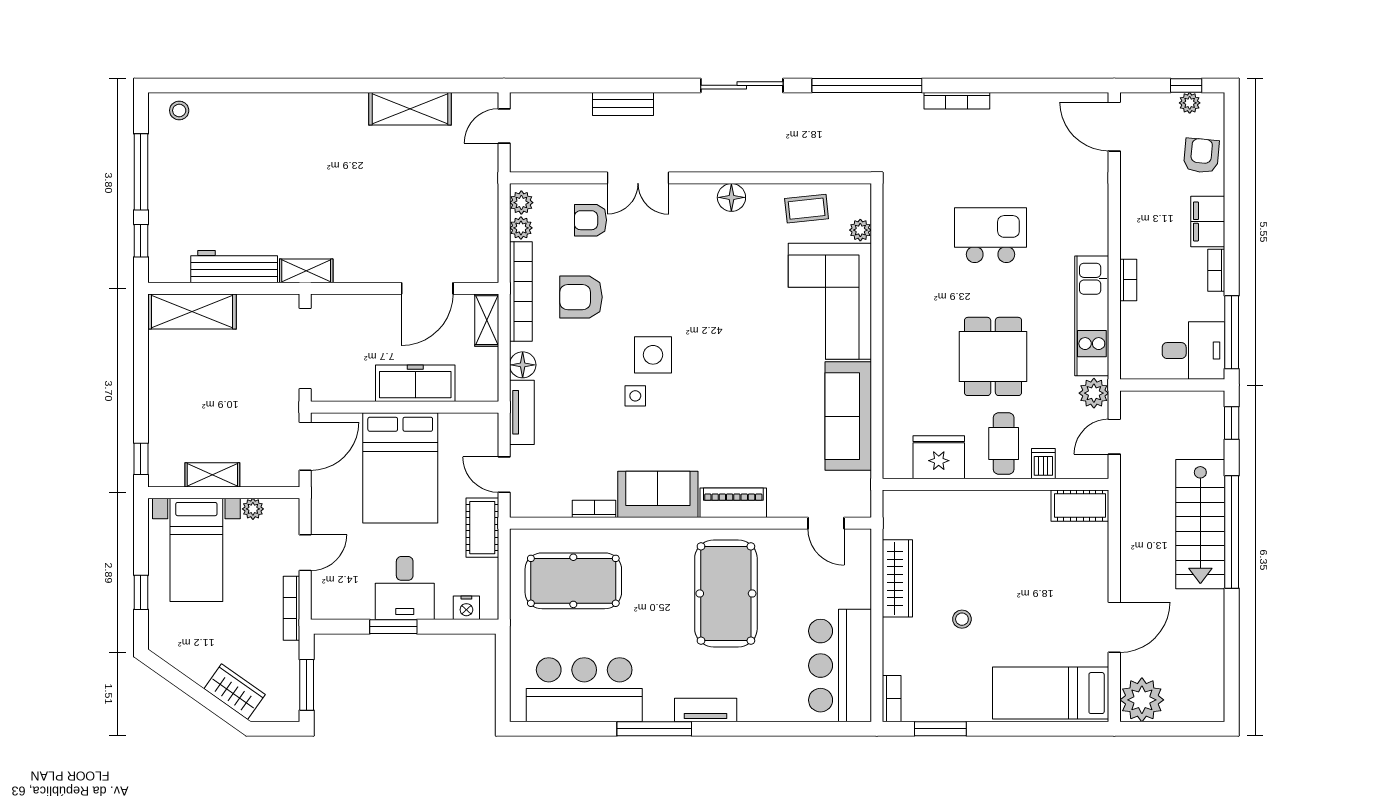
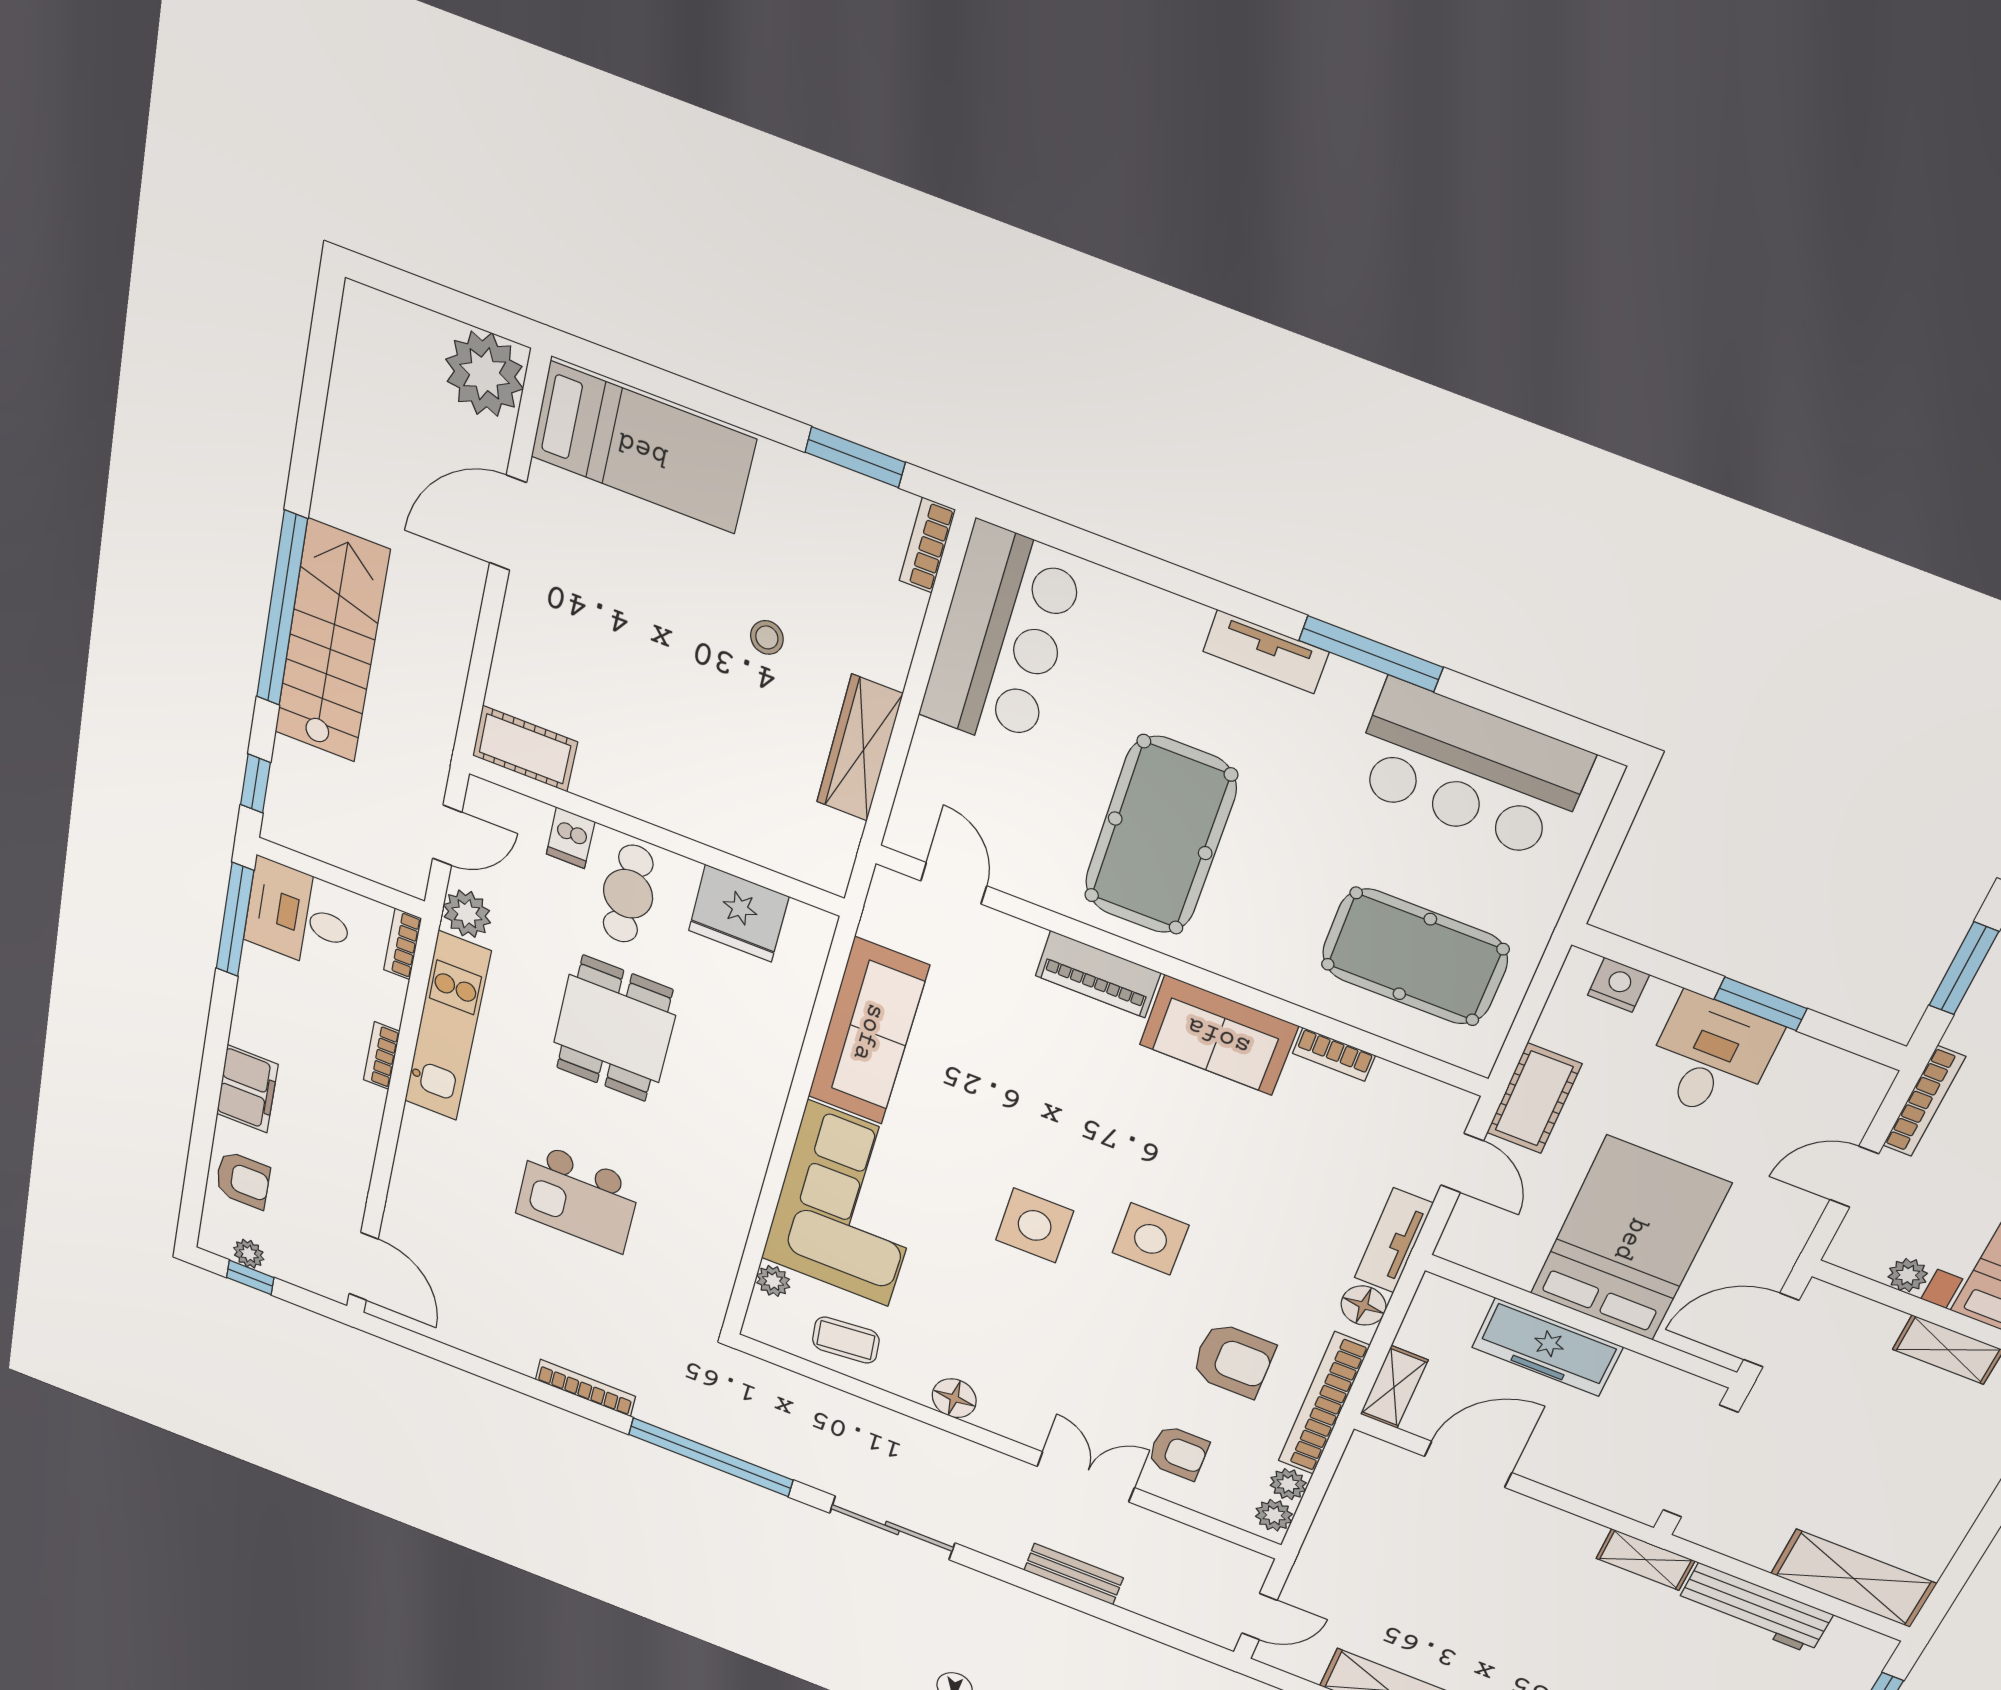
armchair: (1201, 156) -> (243, 1180), turned -95
bookcase: (1216, 270) -> (403, 944), moved, turned 180
side table: (635, 396) -> (1035, 1225), moved, width x1.87, depth x1.87

